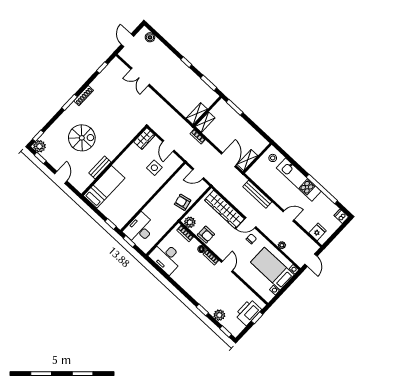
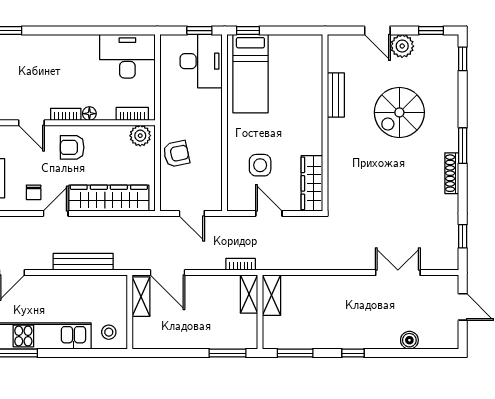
boiler: (150, 37) -> (409, 340), moved
wardrobe: (144, 139) -> (312, 183), width x1.50
plant: (40, 146) -> (402, 46), moved
door: (198, 174) -> (192, 213), swing flipped
bed: (104, 187) -> (250, 74), moved
armchair: (206, 235) -> (72, 147), moved

